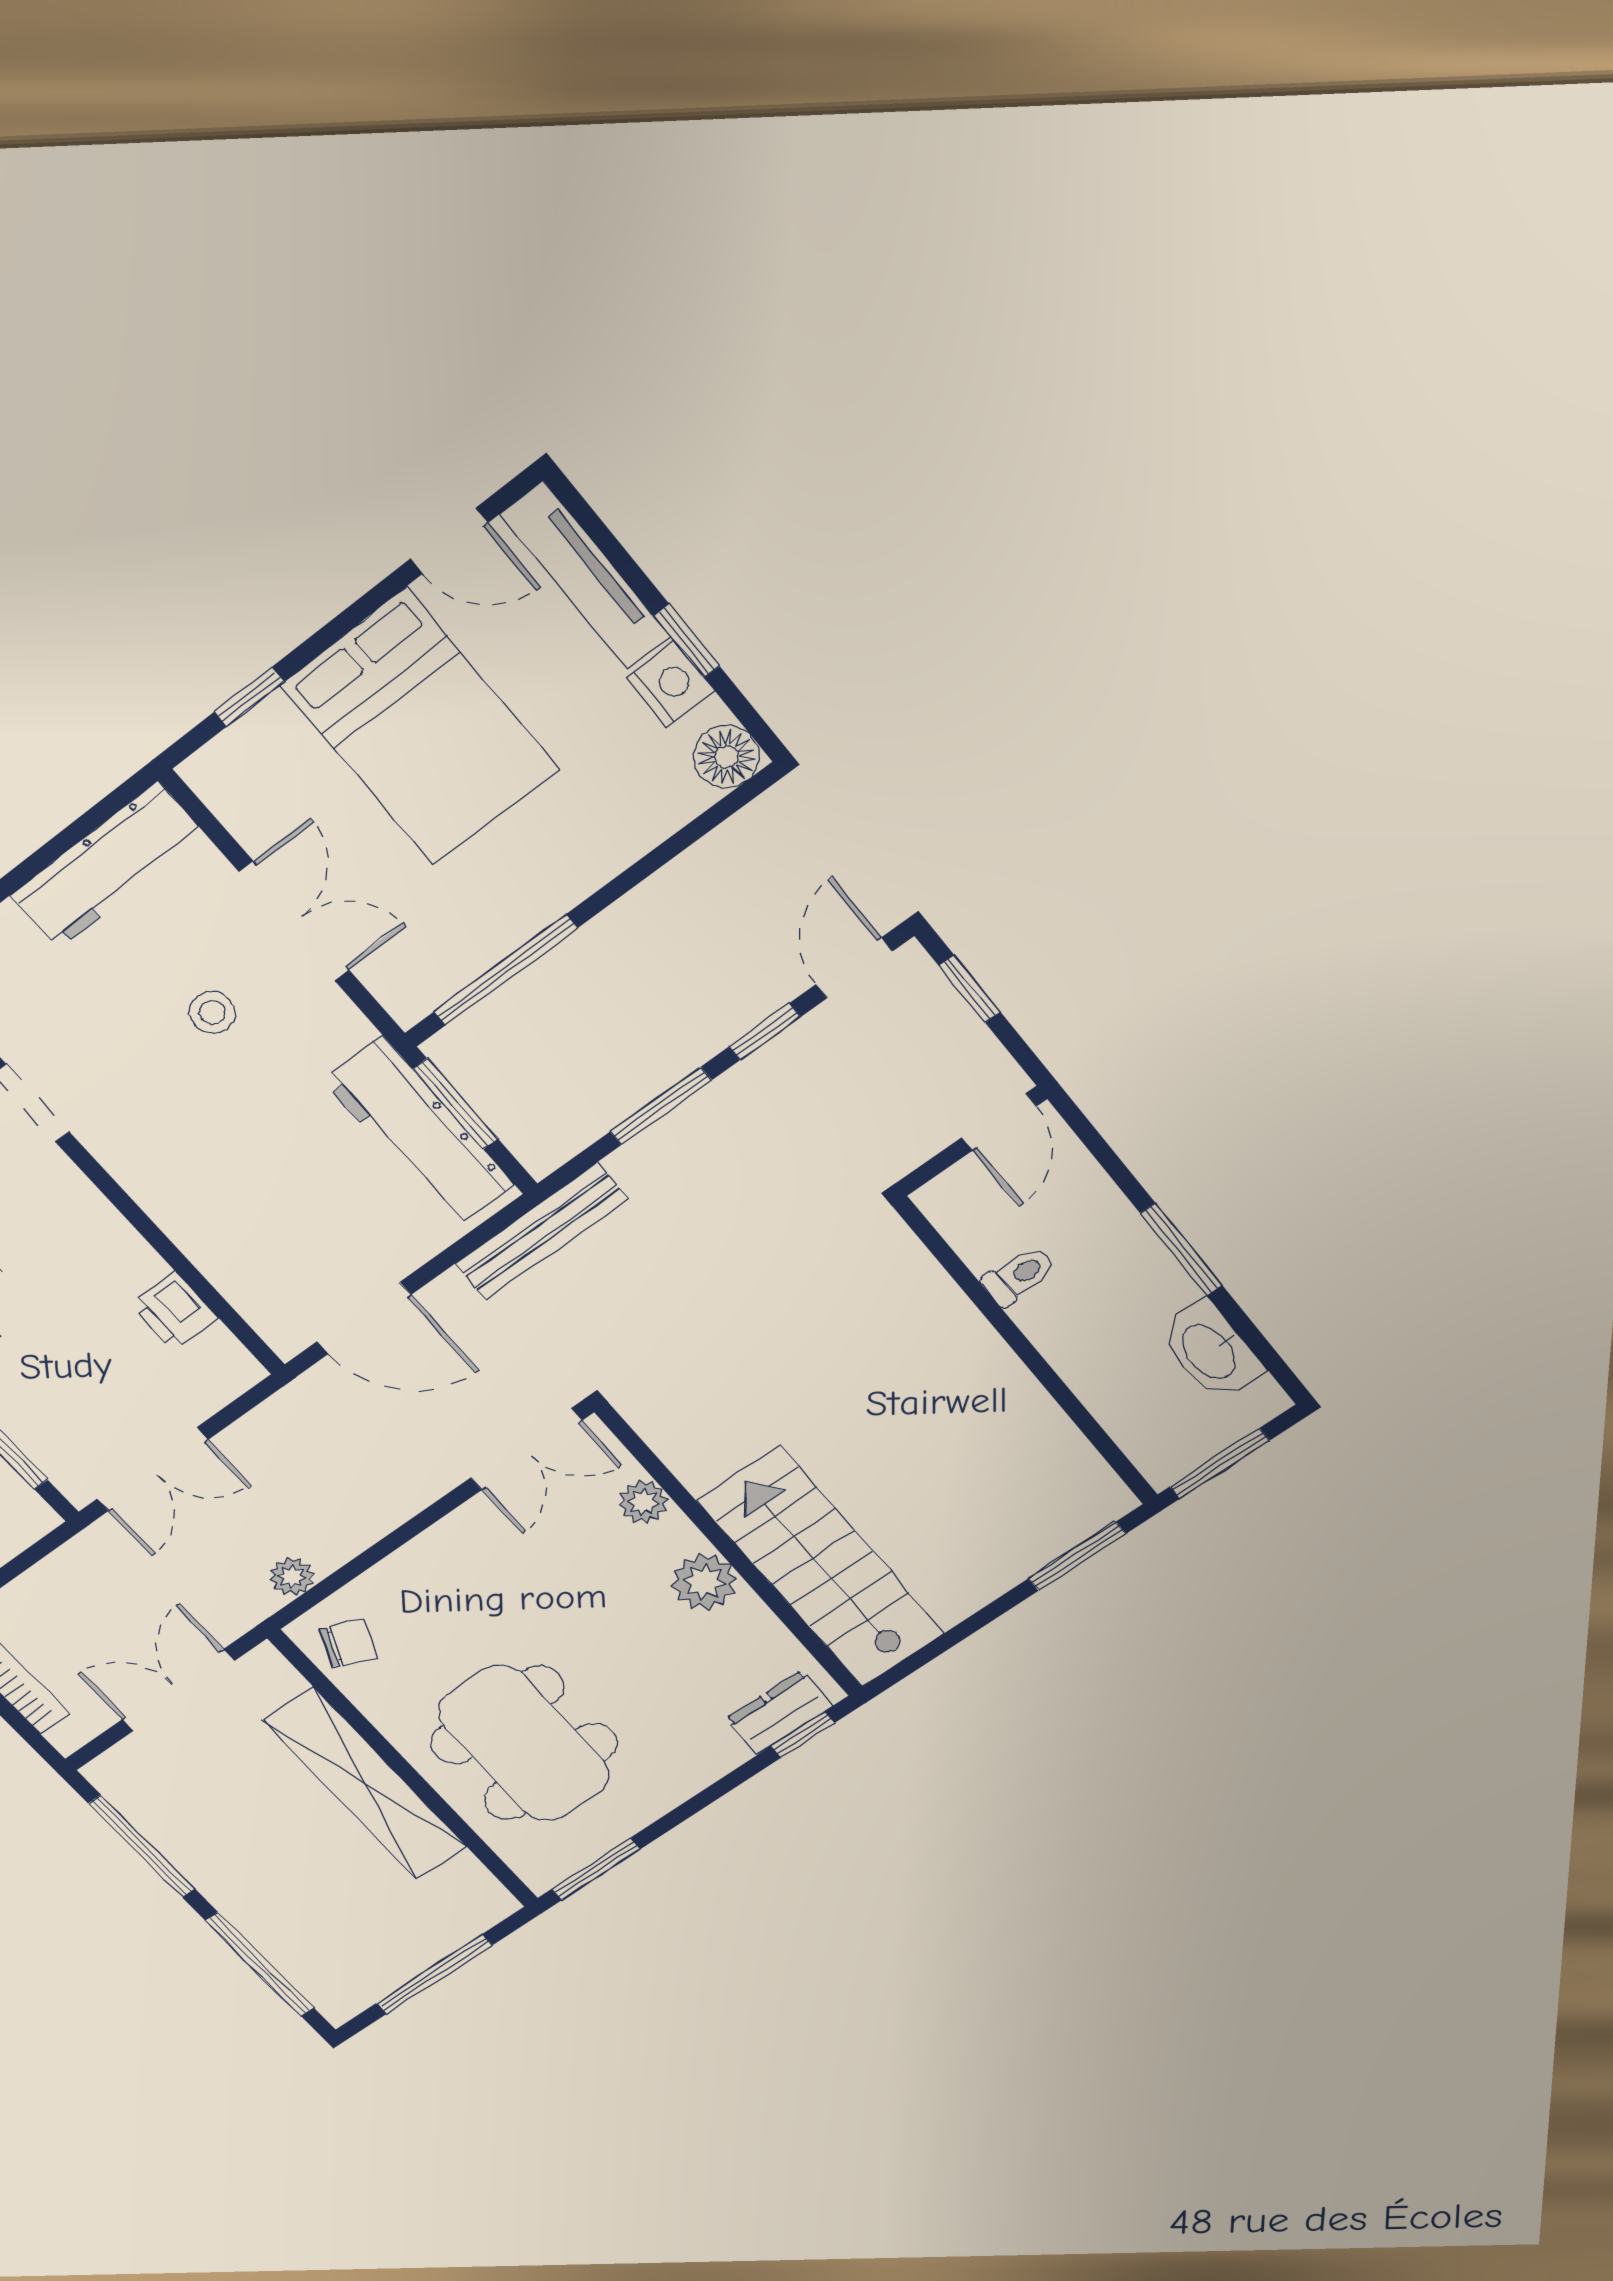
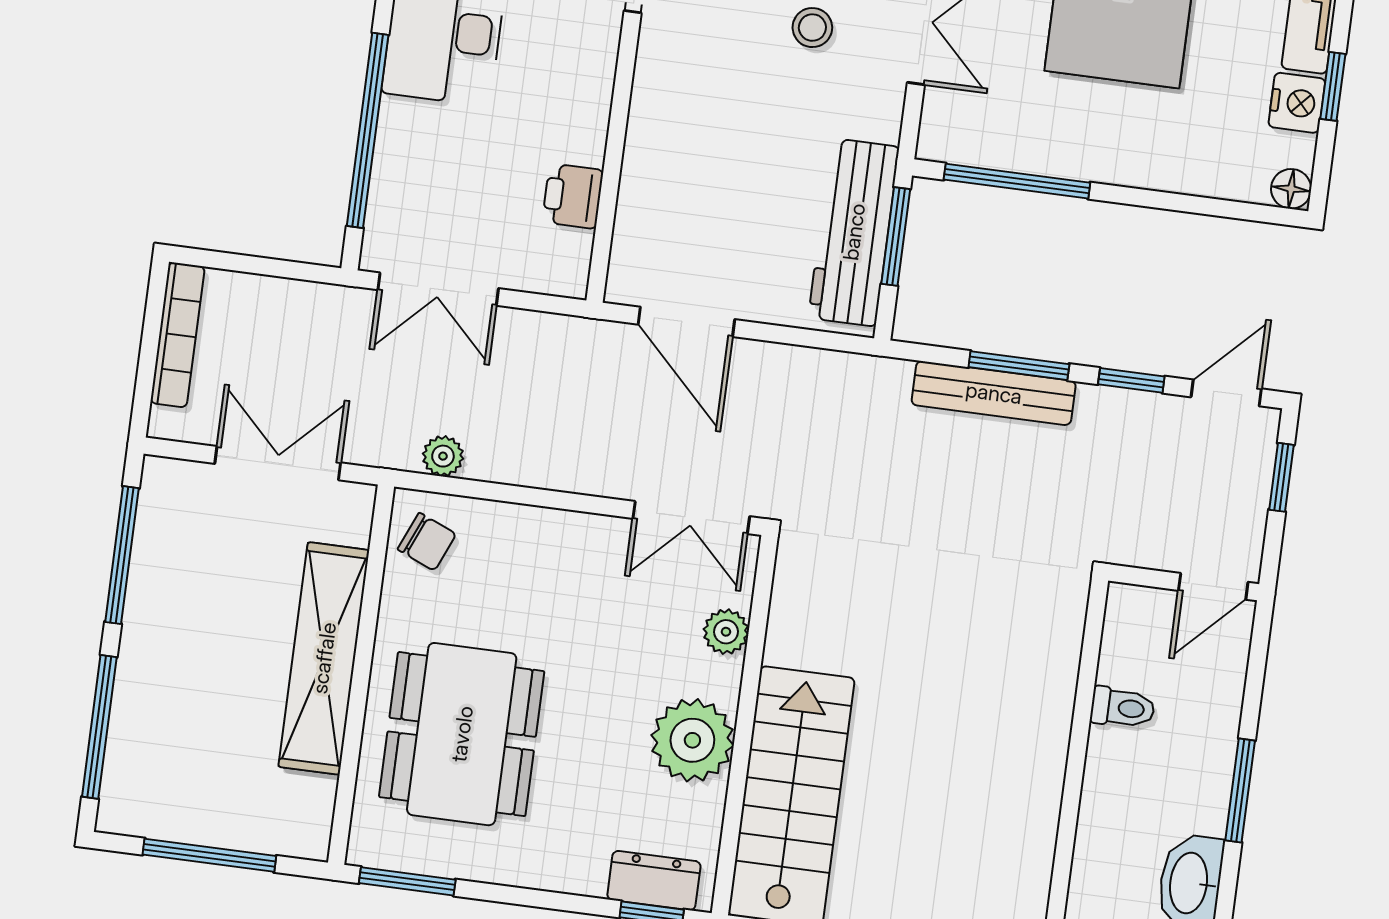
floor lamp: (726, 757) -> (1291, 189), width x0.73, depth x0.73
bench: (541, 1231) -> (994, 393), moved
plant: (704, 1582) -> (692, 740), width x1.36, depth x1.36

